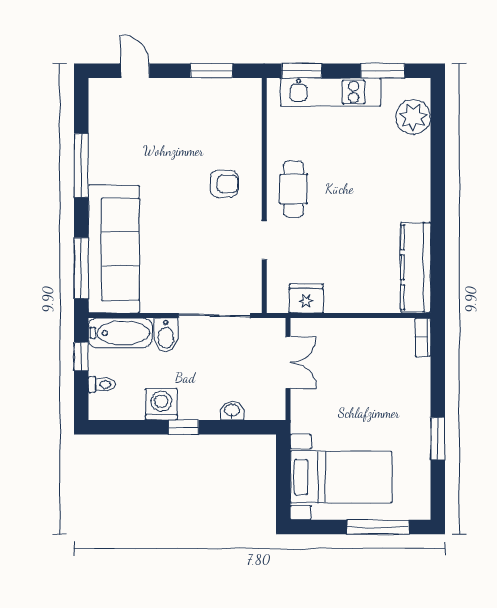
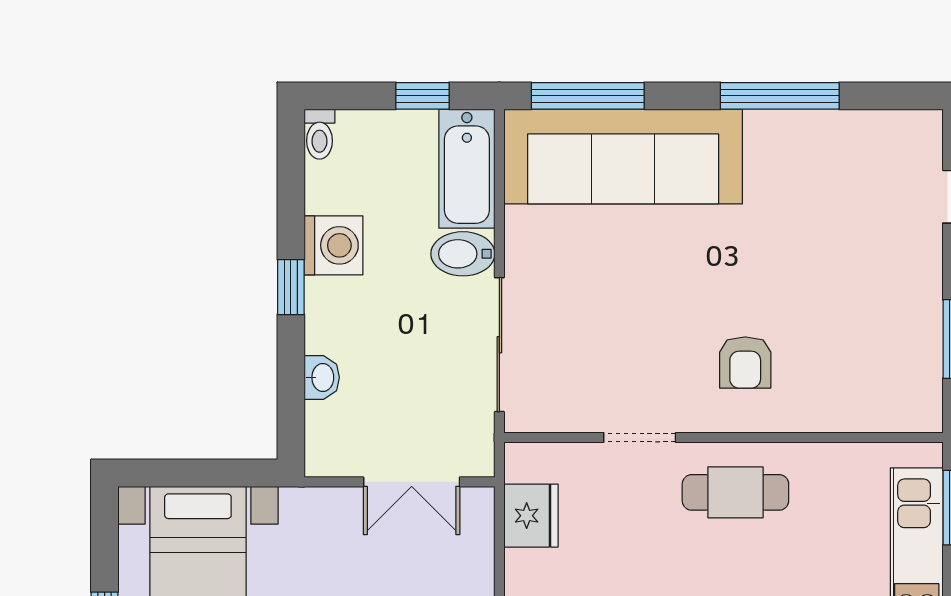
toilet: (102, 384) -> (320, 134), moved

